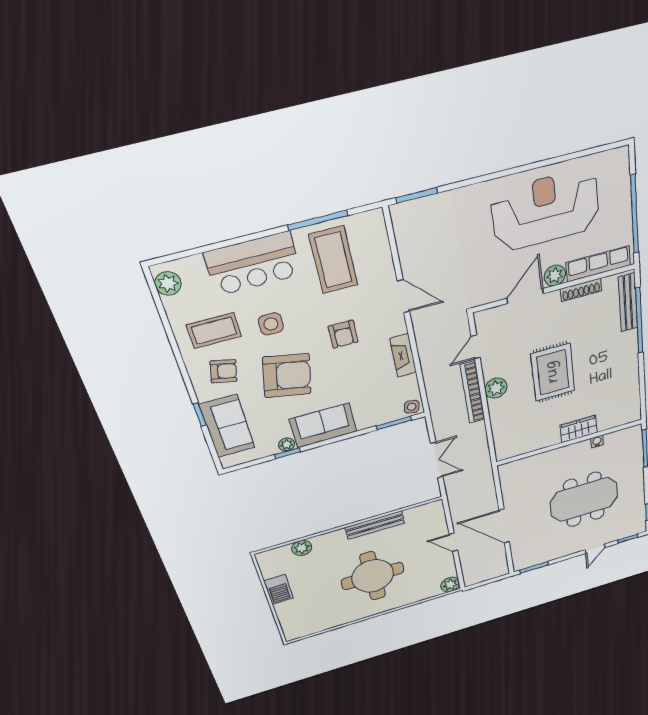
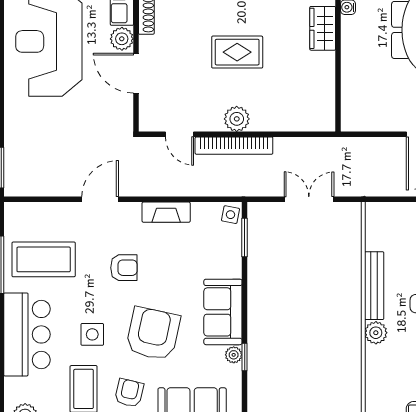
rug: (553, 372) -> (237, 52), width x0.73, depth x0.70
plant: (302, 548) -> (376, 333), moved

